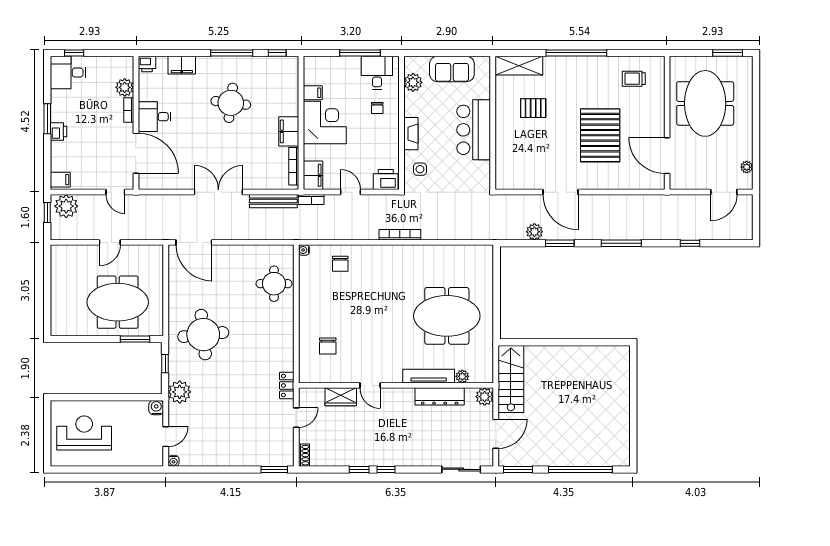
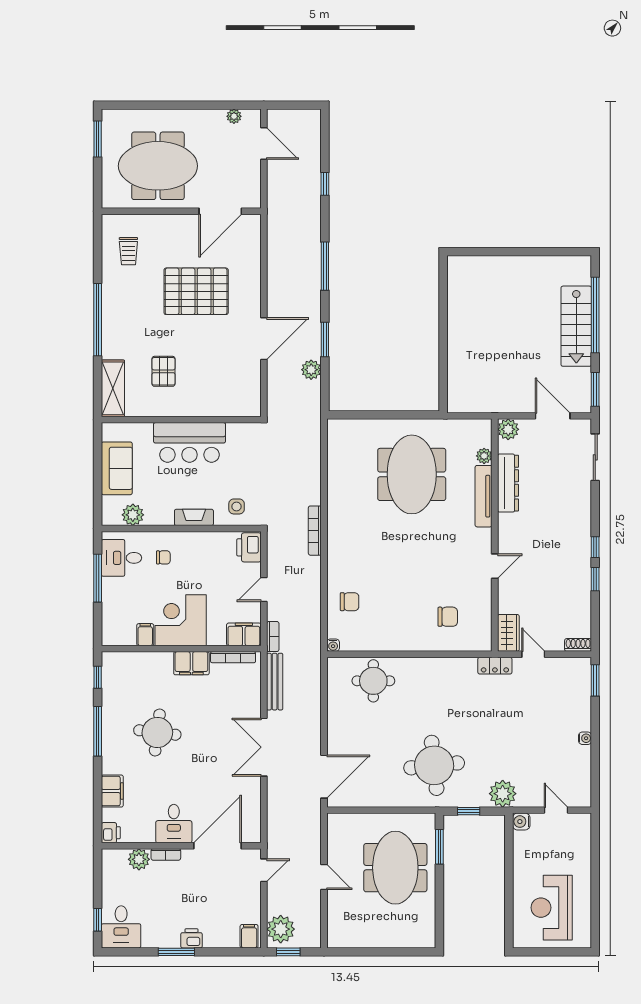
stairs: (511, 379) -> (576, 326), moved, turned -90
wardrobe: (341, 397) -> (508, 633), moved
water cooler: (174, 461) -> (585, 738), moved

